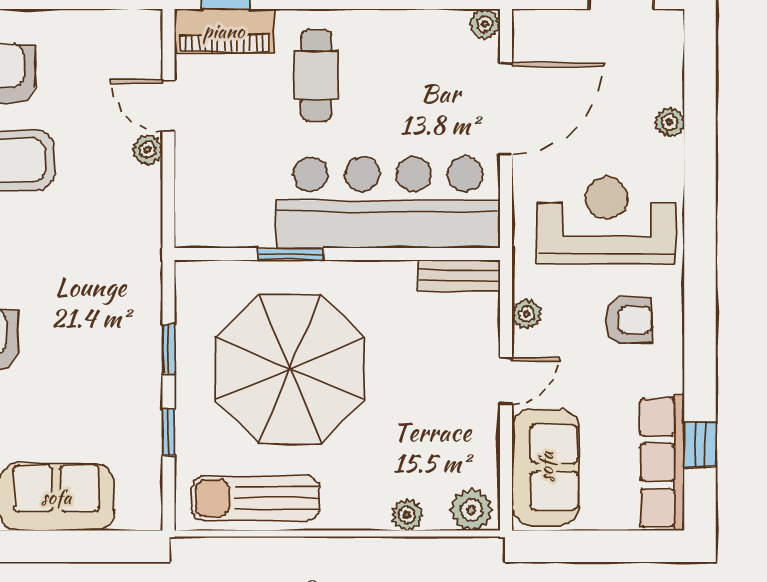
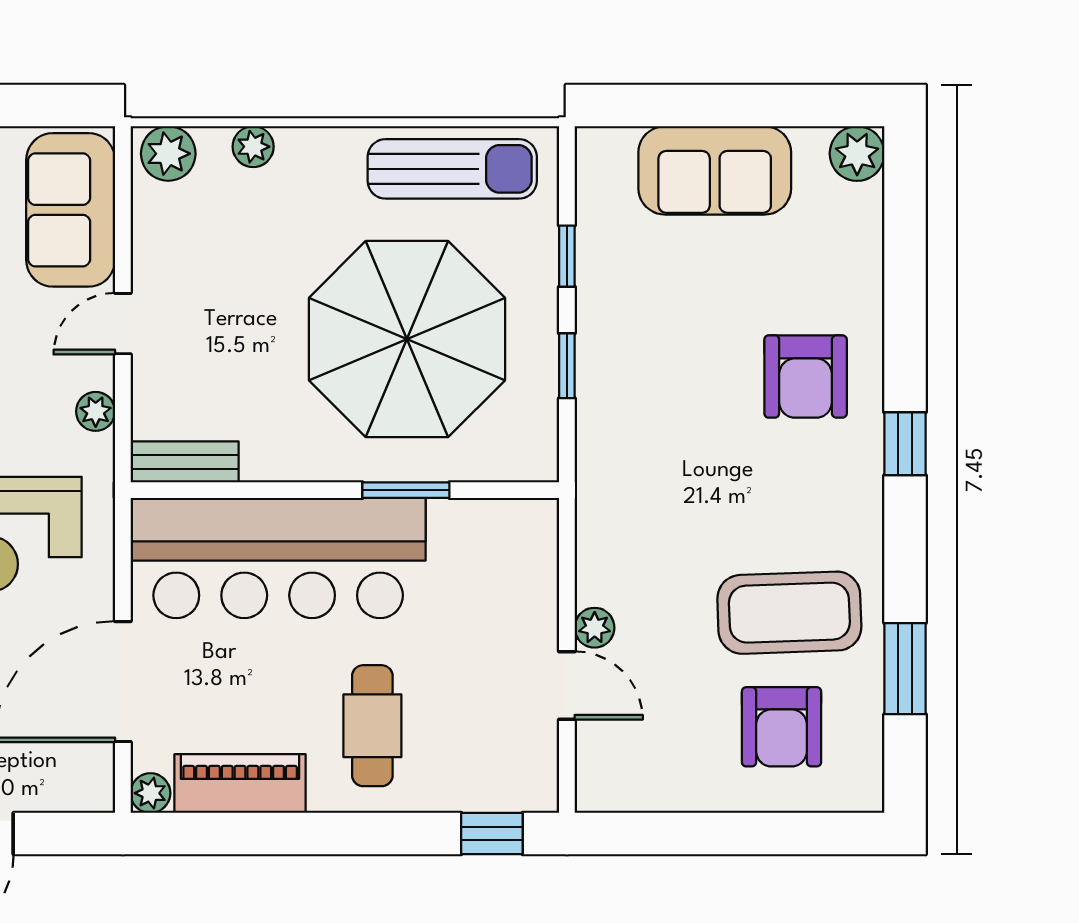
piano: (224, 31) -> (240, 784), moved

